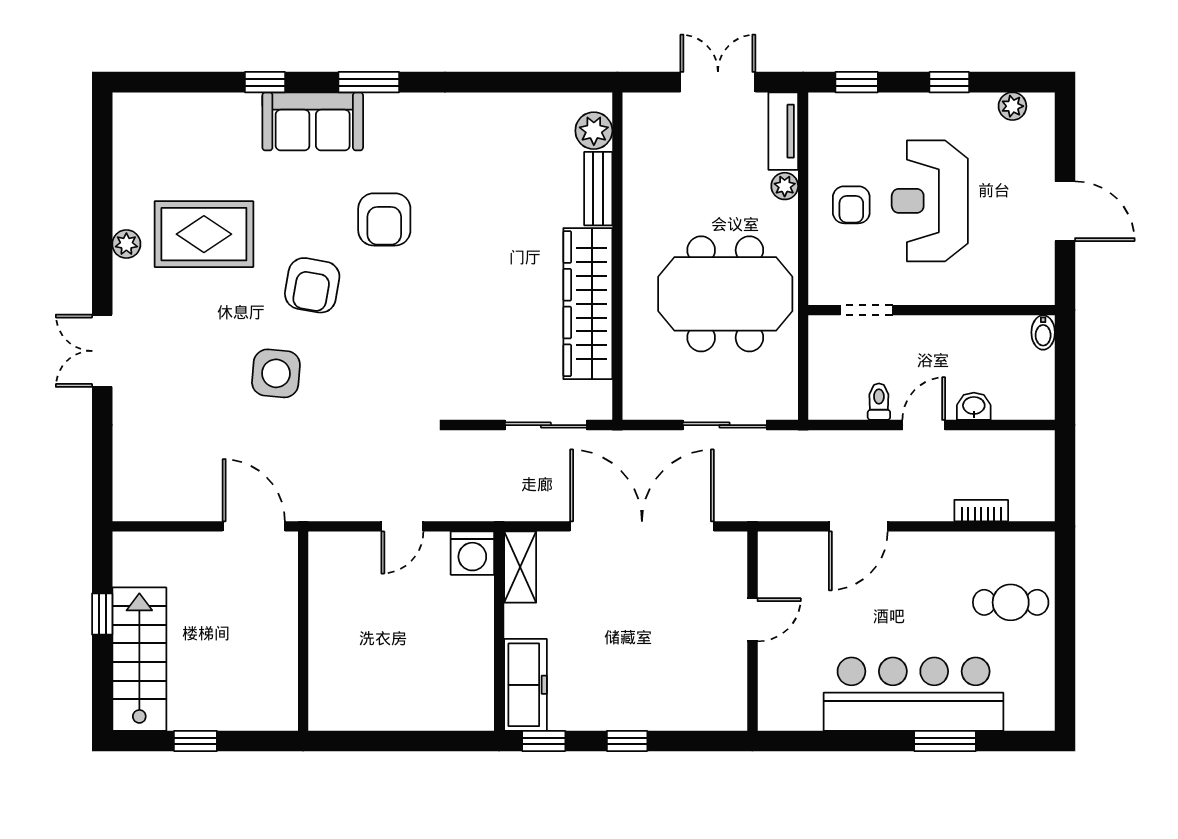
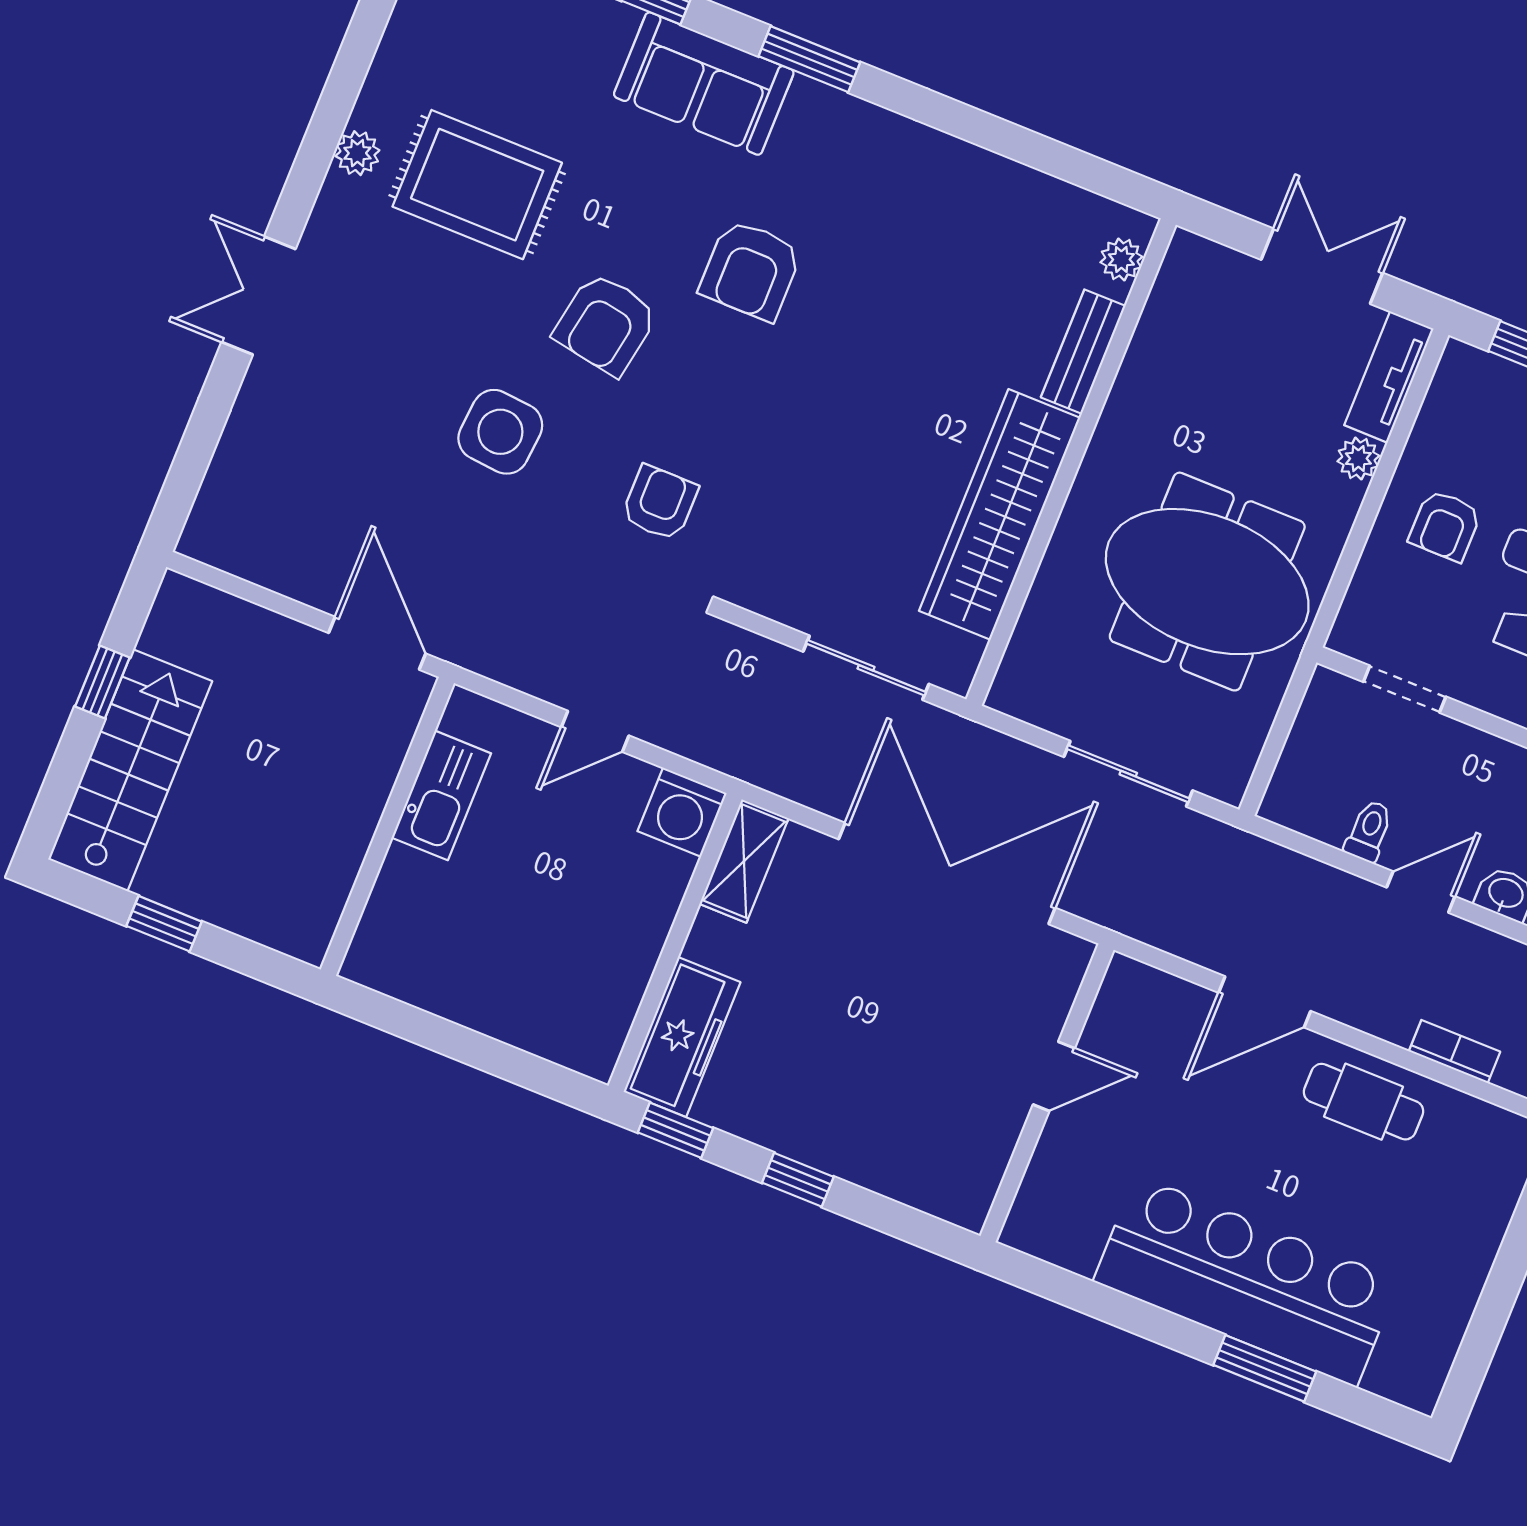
plant: (594, 131) -> (1121, 259), width x0.73, depth x0.73
armchair: (386, 377) -> (660, 503), added
kitchen sink: (327, 600) -> (441, 795), added
cafe table: (1011, 602) -> (1364, 1102), moved

